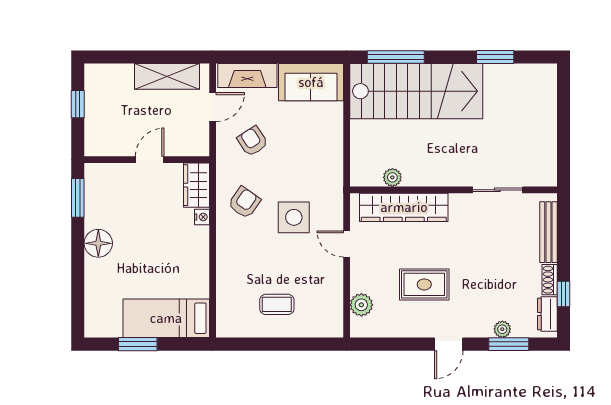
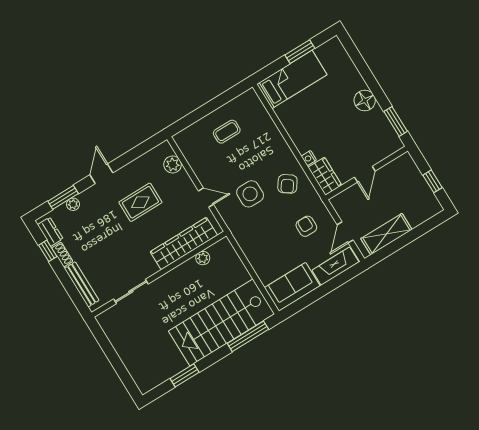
armchair: (253, 141) -> (306, 226), turned -147

